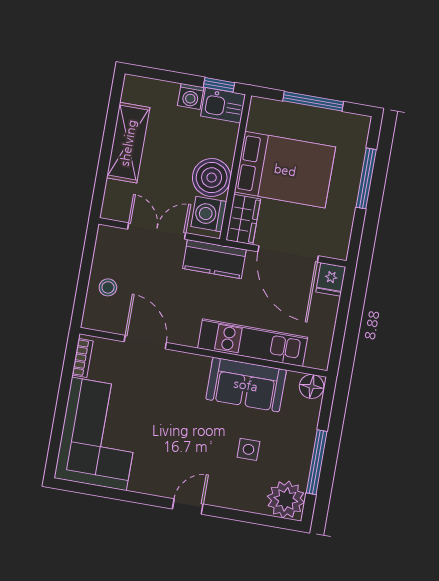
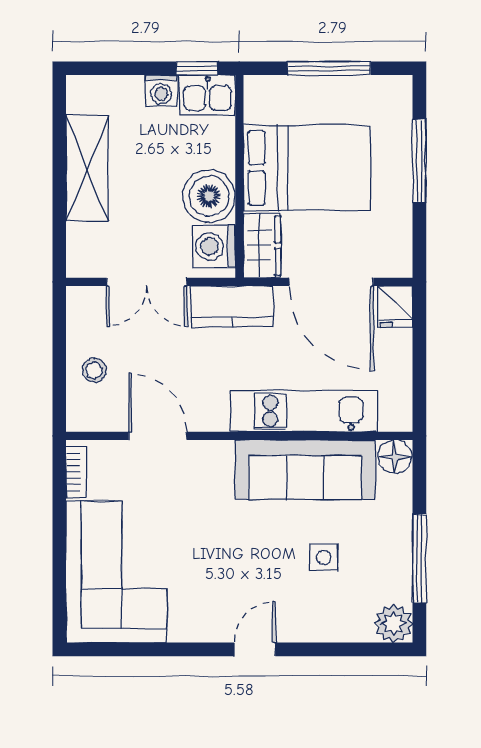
double door: (157, 231) -> (147, 282), swing flipped
sofa: (246, 385) -> (305, 470), width x1.36
plant: (286, 499) -> (394, 624), width x0.73, depth x0.73

